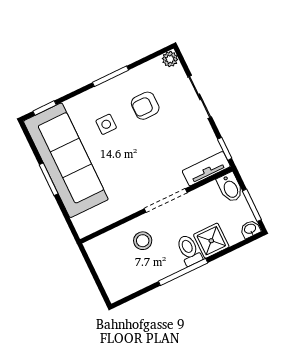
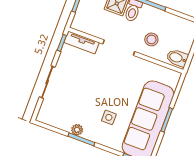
plant: (170, 59) -> (77, 130), moved
armchair: (145, 106) -> (79, 106), removed
bidet: (230, 188) -> (177, 58), moved, turned -90

